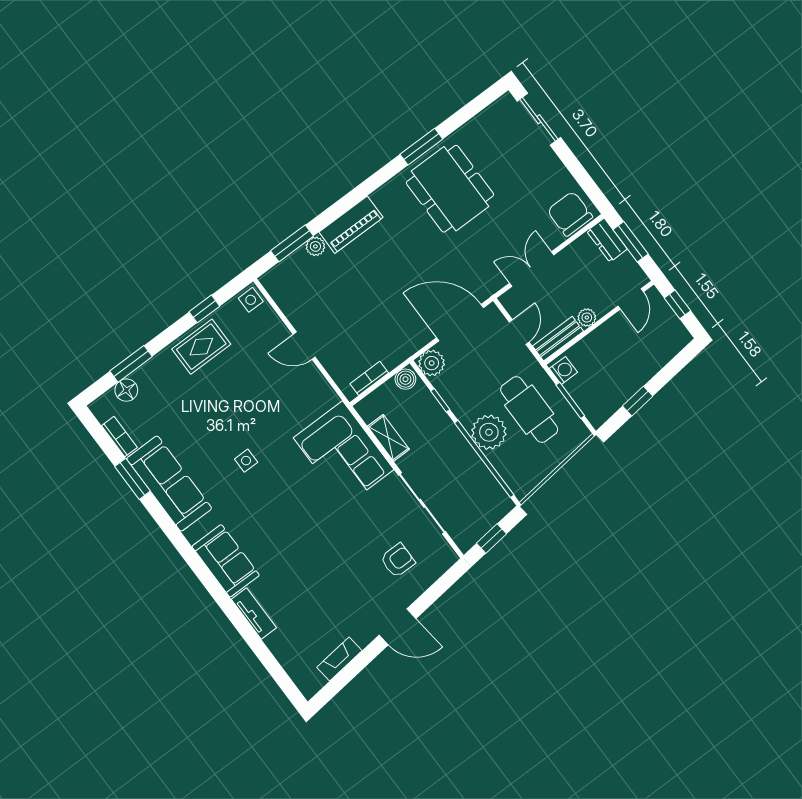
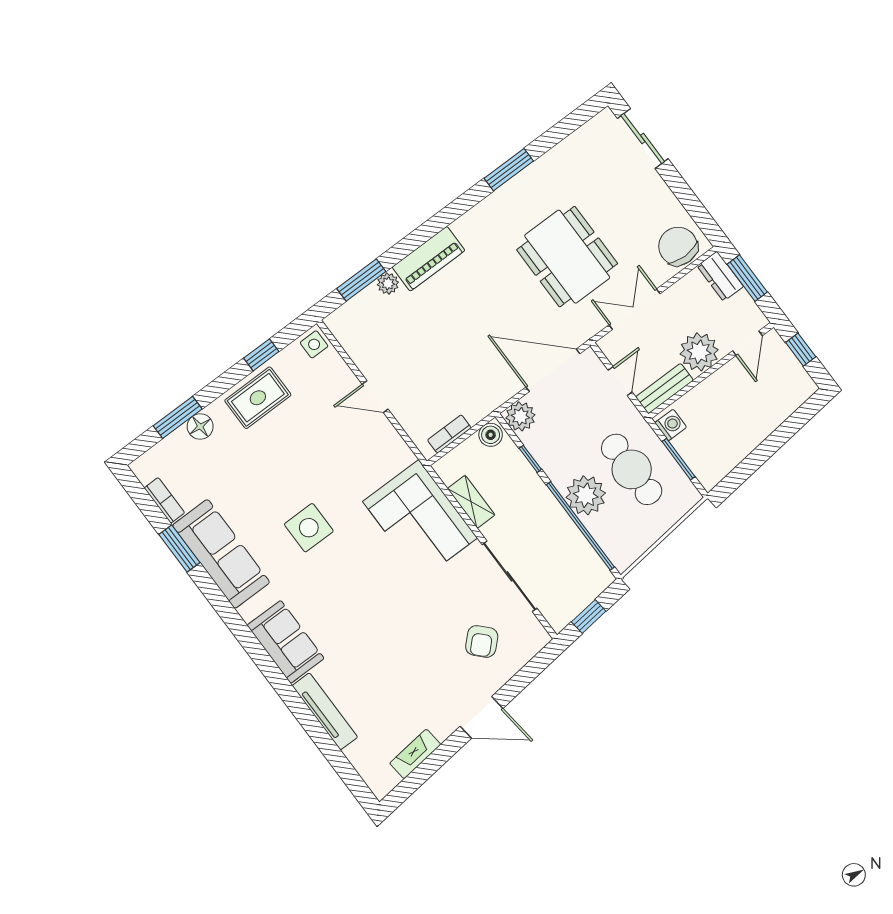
dining table: (450, 189) -> (567, 257), moved
plant: (587, 317) -> (699, 352), width x1.88, depth x1.88
floor lamp: (126, 390) -> (200, 426), moved
window: (638, 401) -> (755, 460), removed
side table: (246, 461) -> (309, 528), width x1.87, depth x1.87
armchair: (398, 560) -> (482, 641), turned 136
tv unit: (254, 613) -> (325, 711), width x1.41

